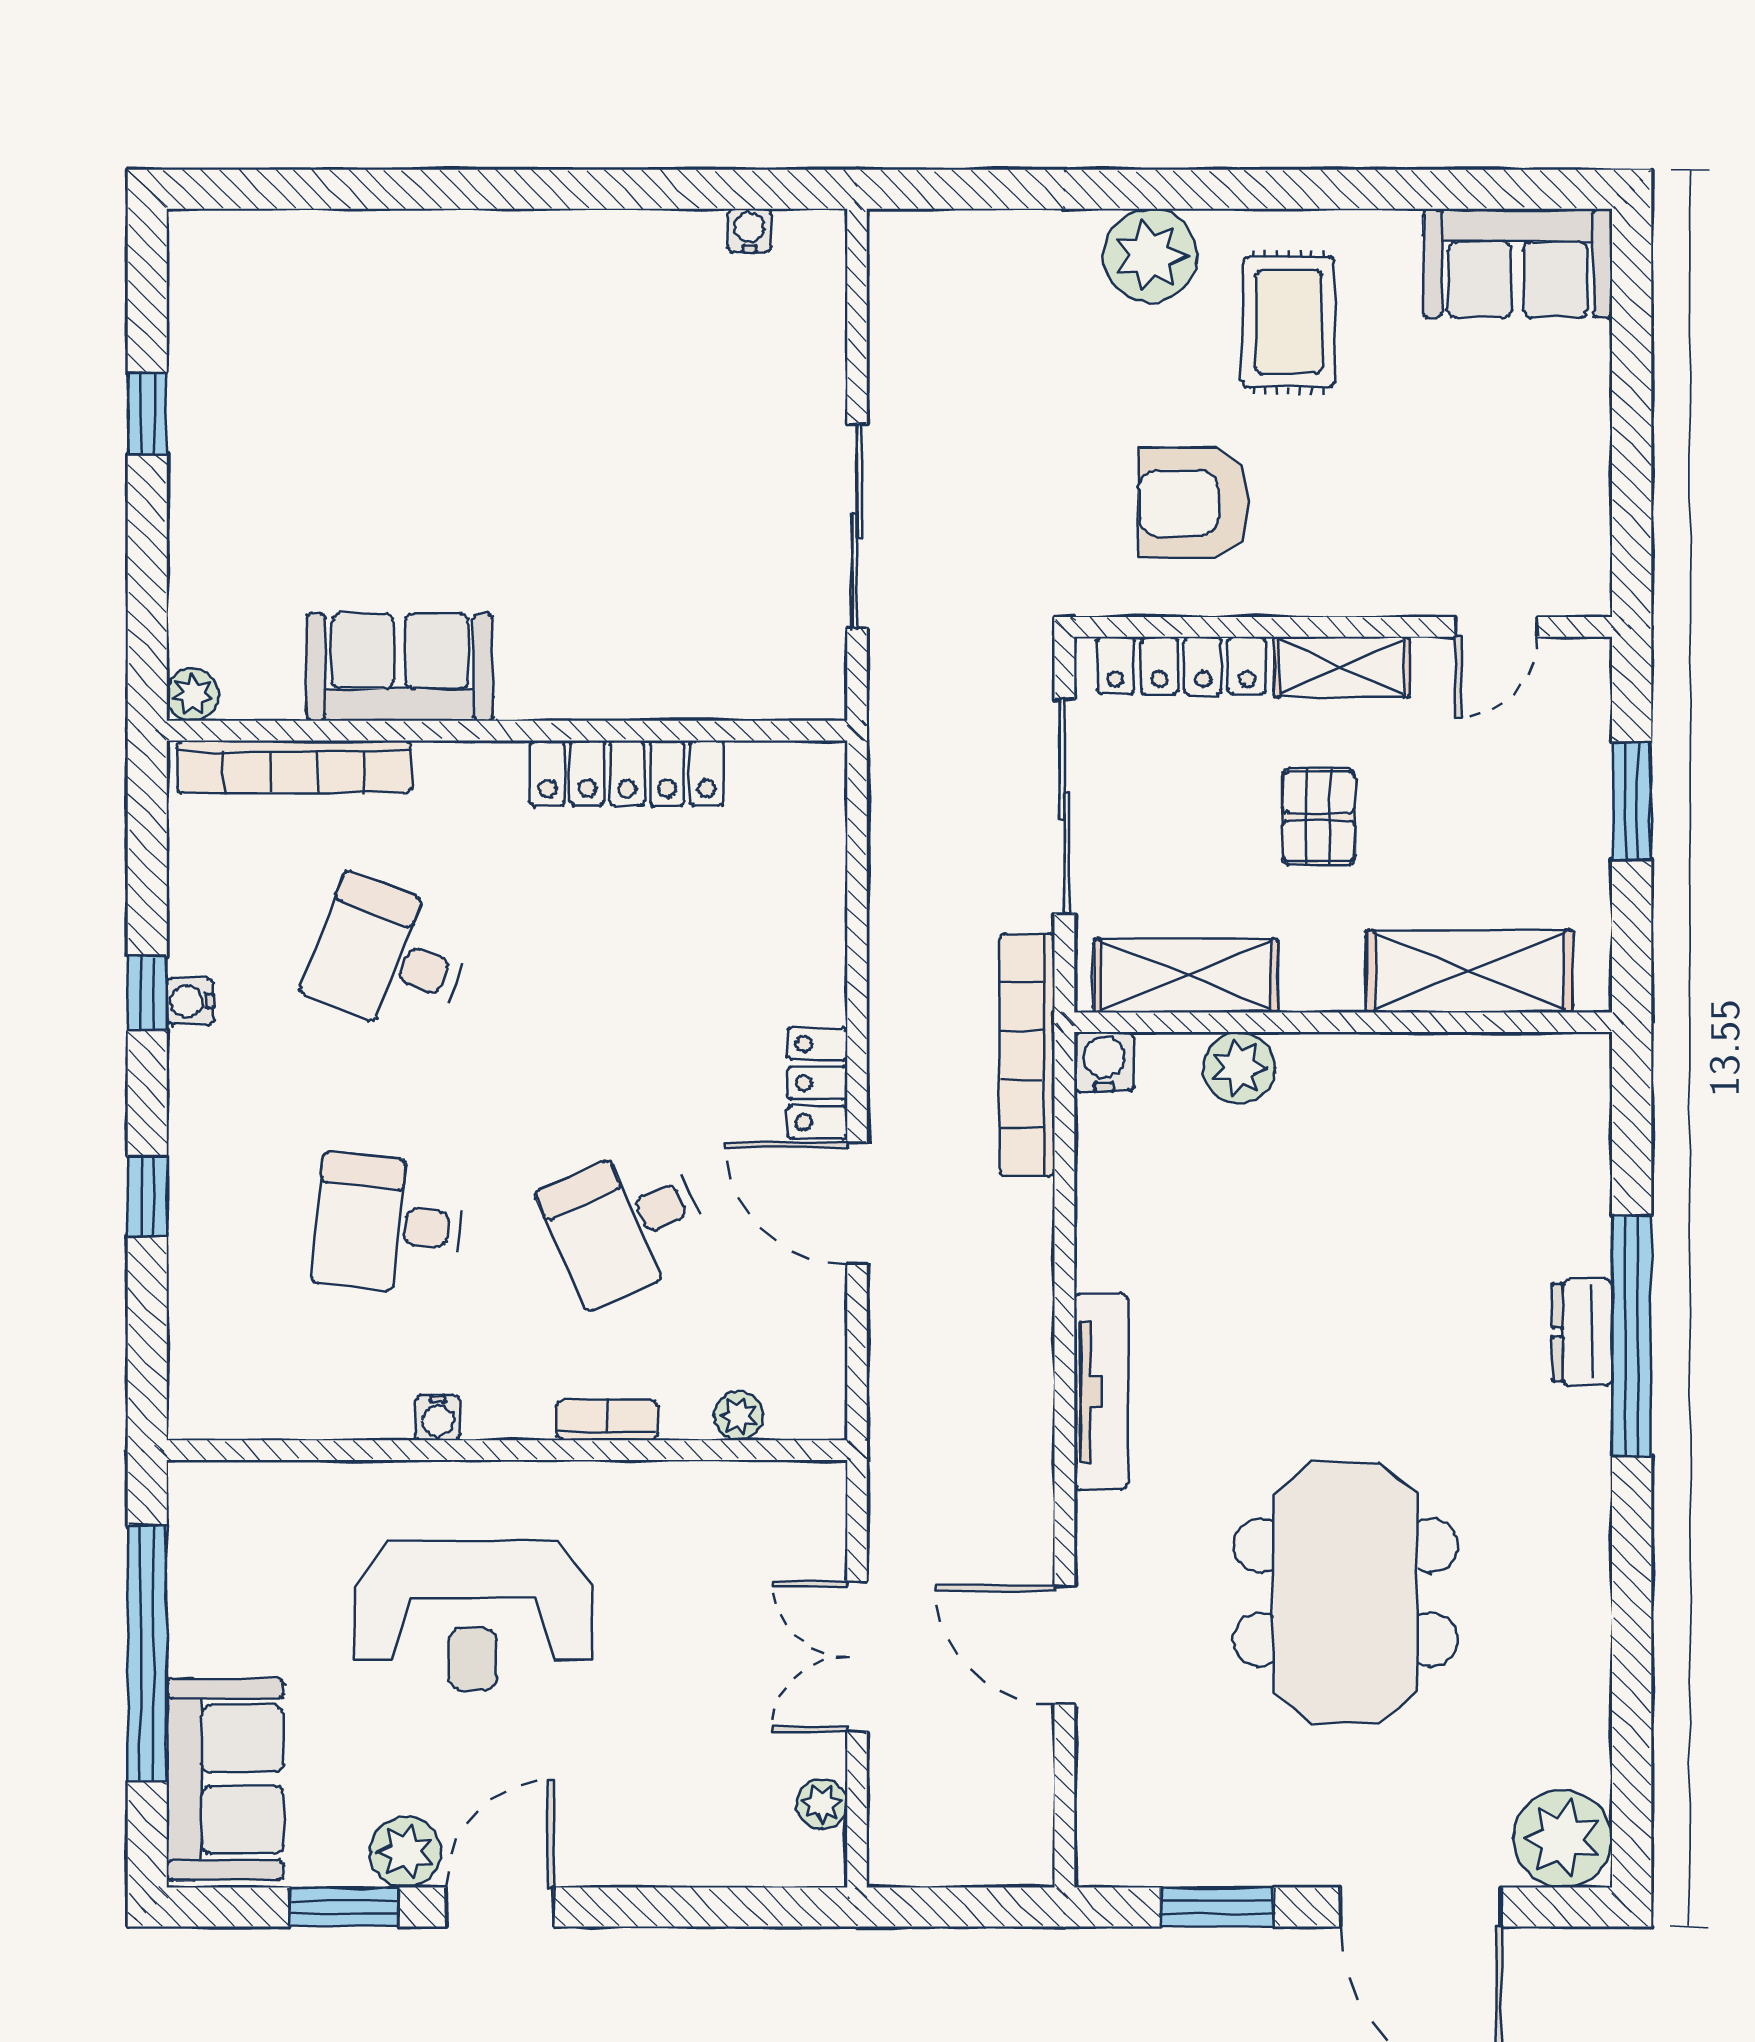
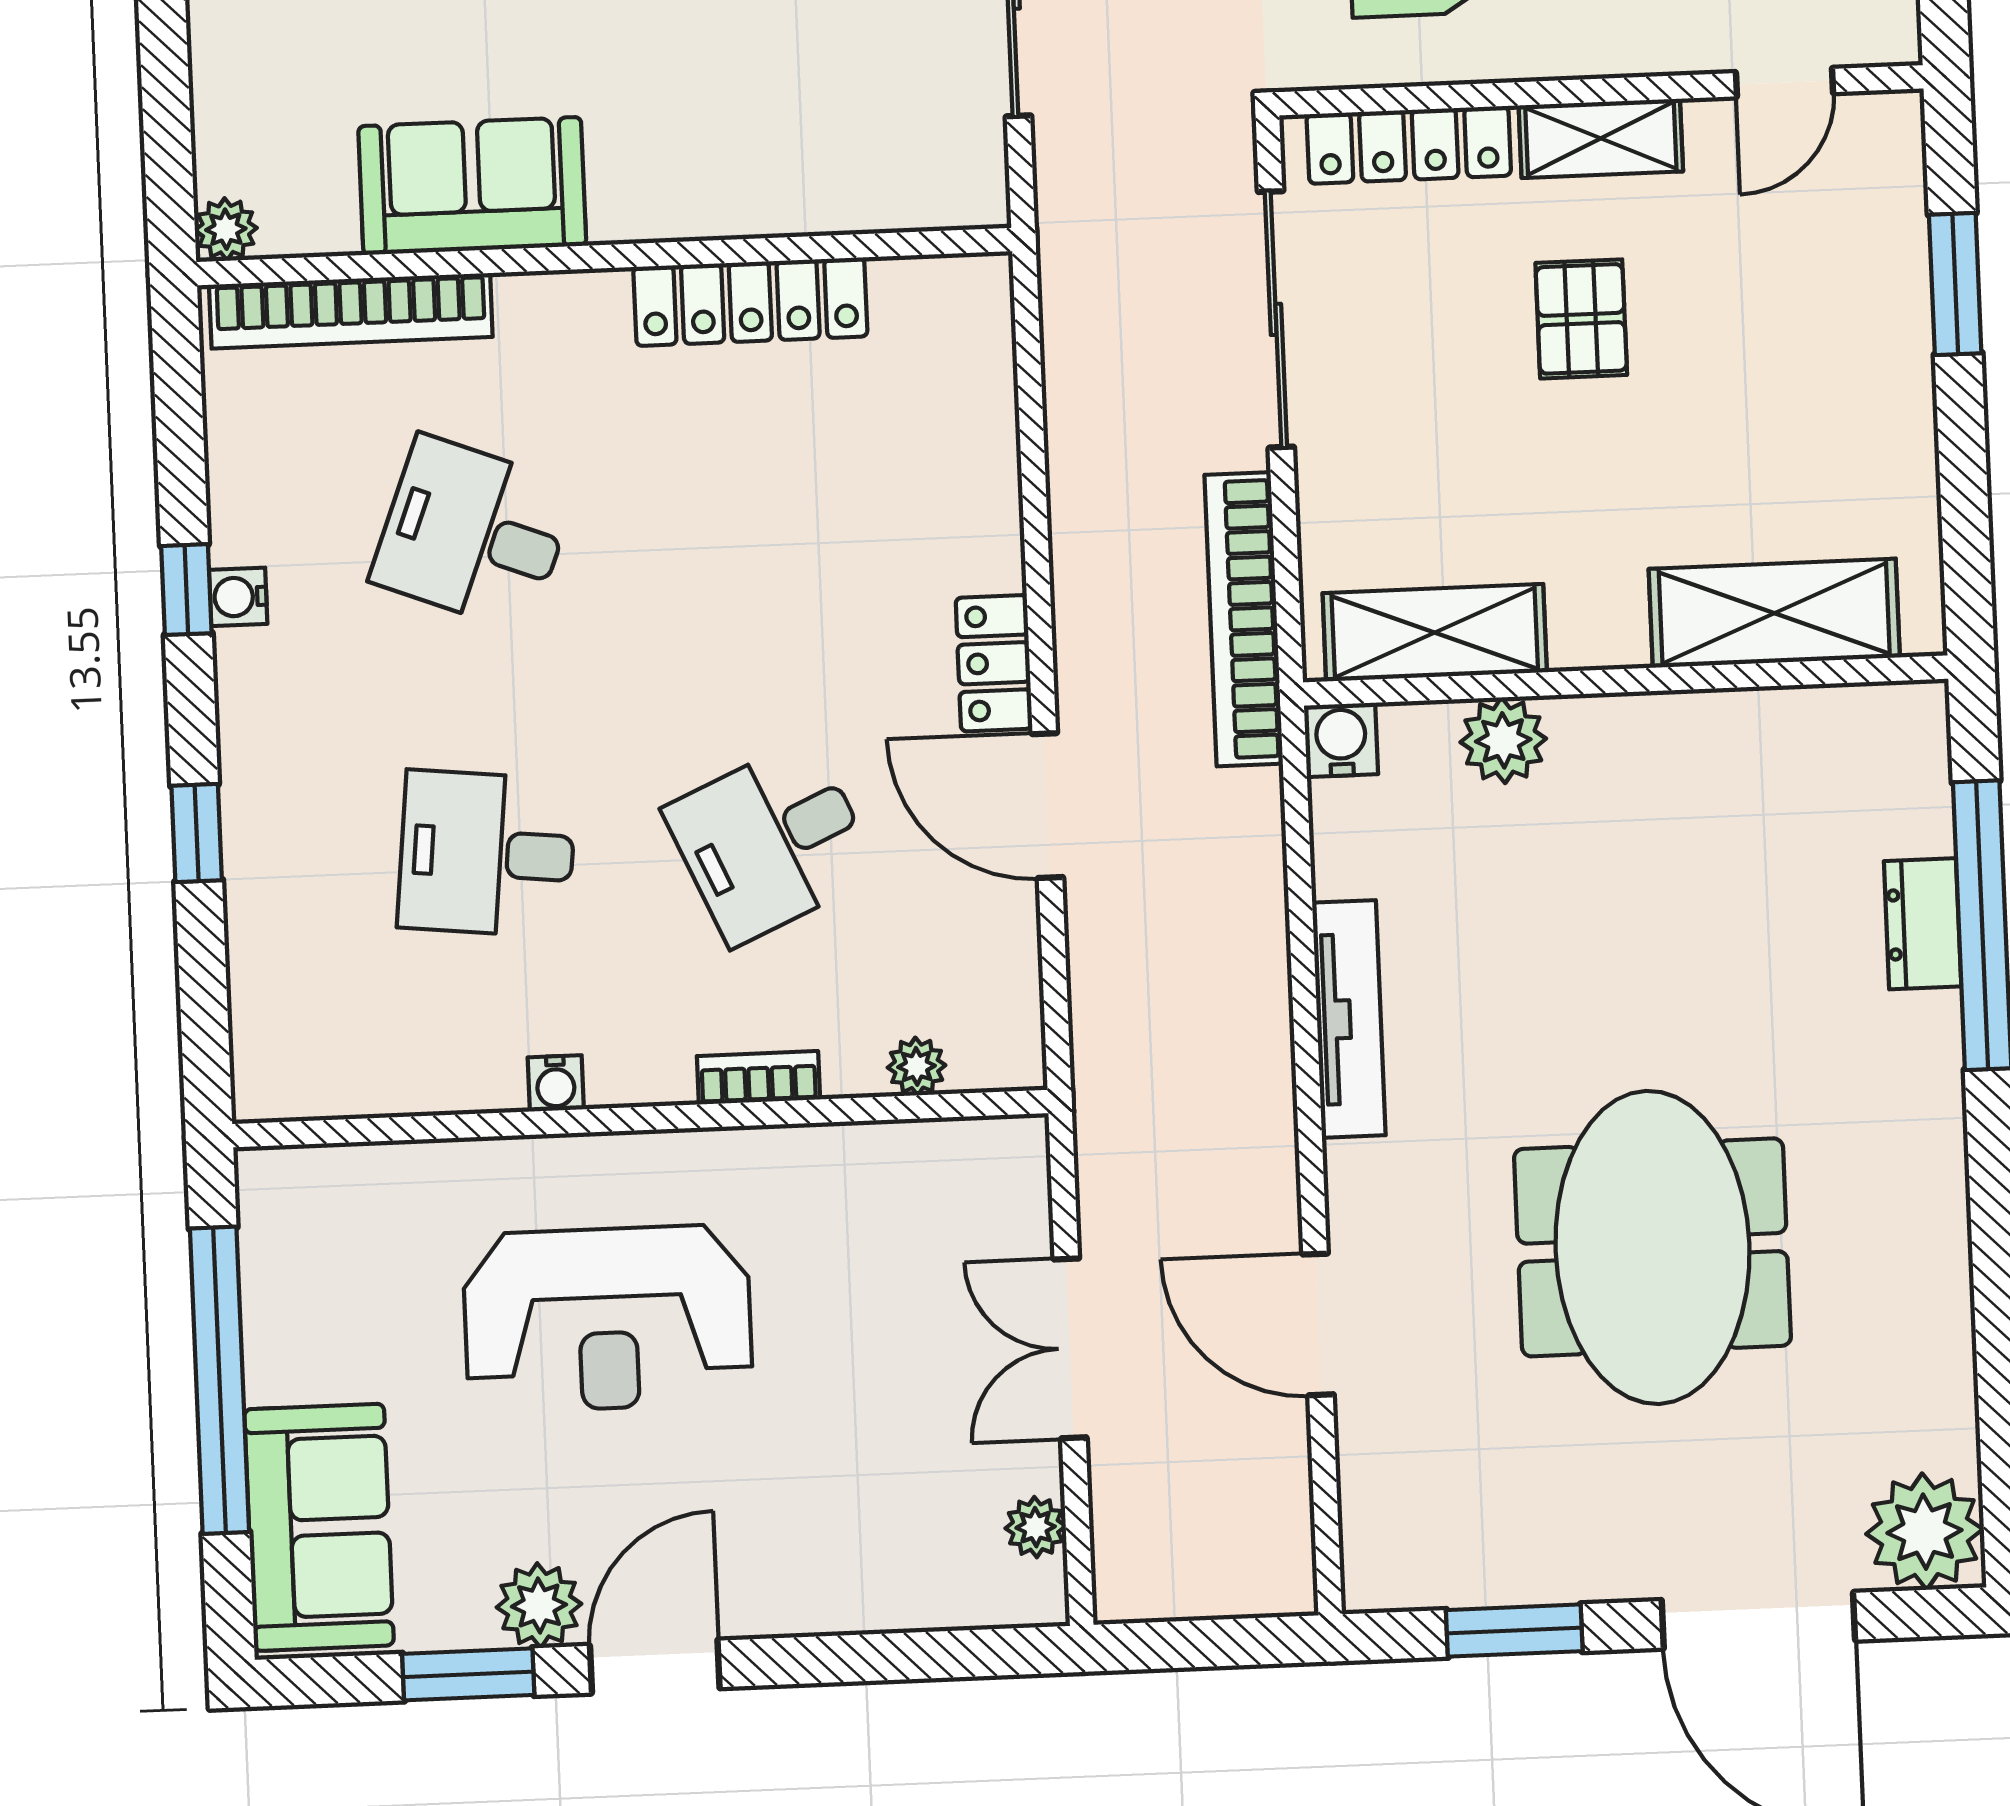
shelving: (1469, 971) -> (1774, 613), moved
shelving: (1186, 976) -> (1435, 633), moved
wall: (1343, 1022) -> (1626, 681), moved
water cooler: (1104, 1062) -> (1341, 740), moved
plant: (1239, 1068) -> (1503, 740), moved

